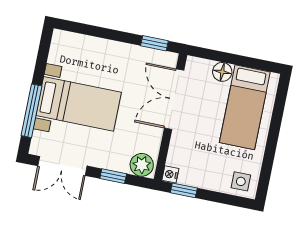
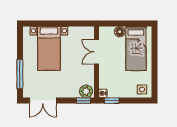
window: (154, 43) -> (80, 23), removed
double door: (174, 99) -> (96, 52), width x0.73
bed with nightstands: (79, 104) -> (49, 48), moved, turned 90
window: (113, 176) -> (83, 101), moved

